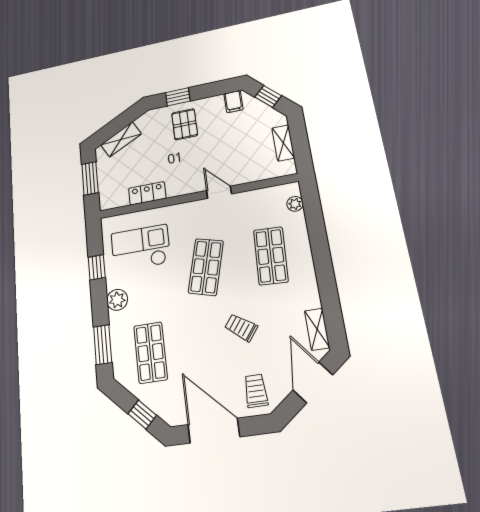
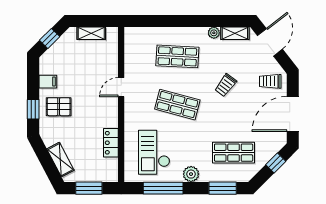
filing cabinet: (233, 102) -> (48, 82), moved
plant: (295, 204) -> (214, 33), moved
window: (97, 267) -> (163, 188), width x2.17
door: (313, 382) -> (270, 42), swing flipped

